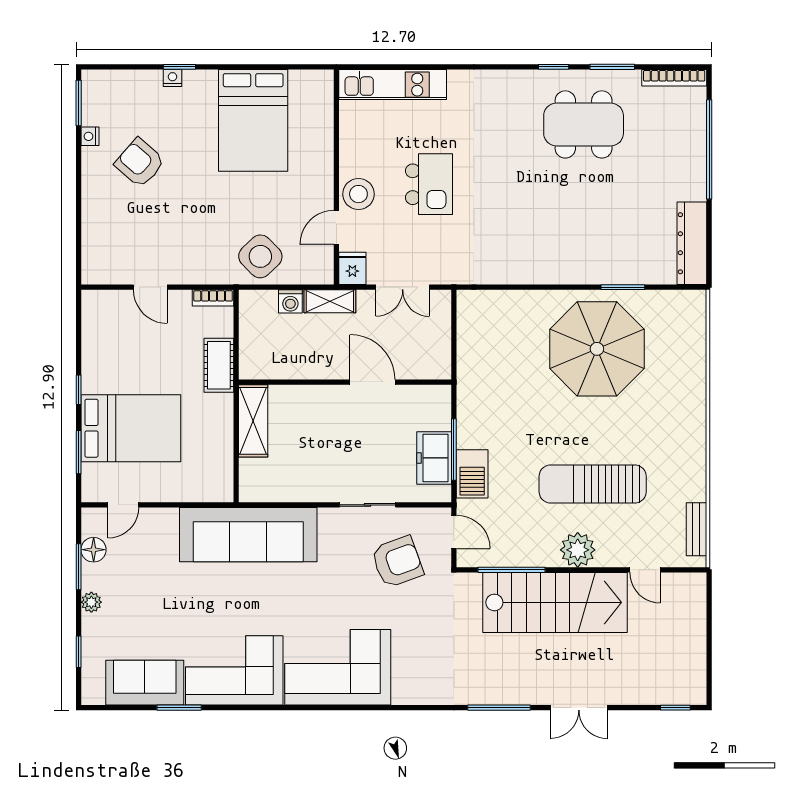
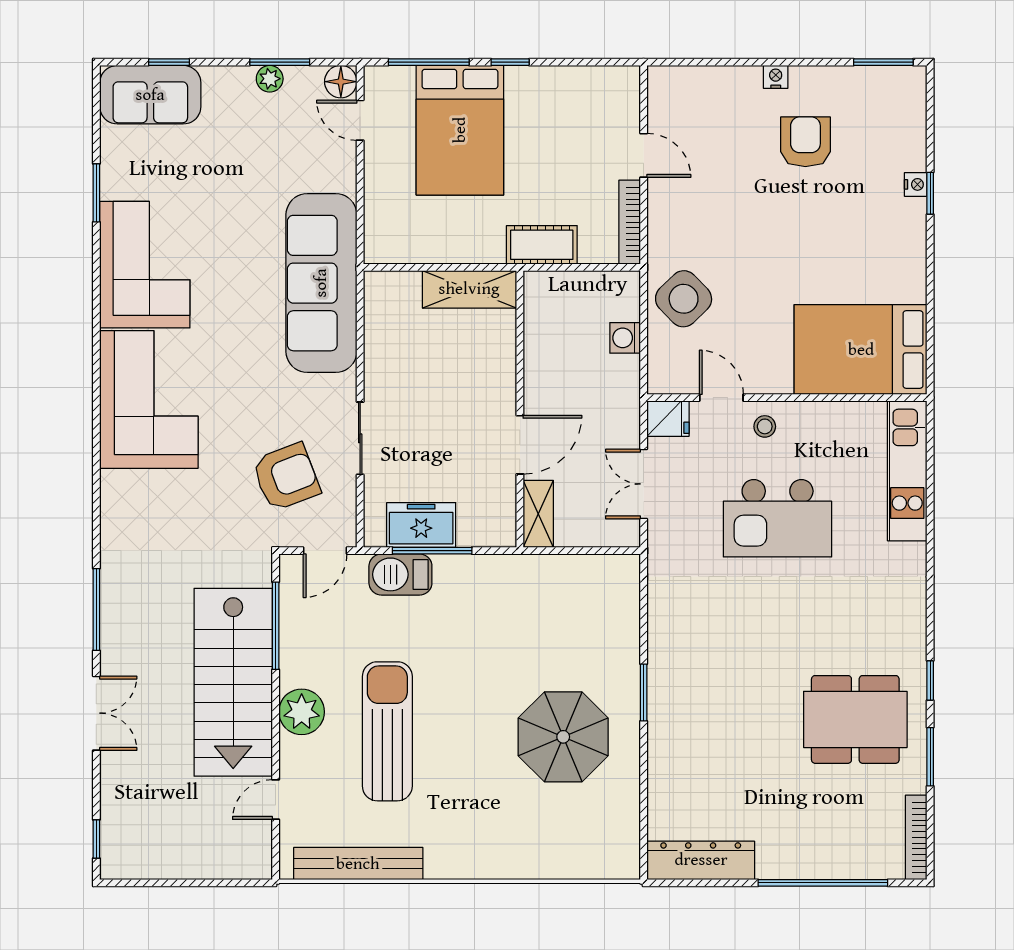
bed: (253, 120) -> (861, 350), moved
dining table: (584, 124) -> (855, 719), turned 90
nightstand: (90, 136) -> (776, 77), moved
armchair: (140, 163) -> (805, 142), turned -41
kitchen island: (429, 184) -> (778, 518), width x1.37, depth x1.28
stool: (358, 194) -> (765, 426), width x0.53, depth x0.53
door: (150, 287) -> (644, 155), swing flipped
window: (623, 287) -> (644, 692), moved
bookcase: (213, 298) -> (630, 222), width x1.56
shelving: (330, 301) -> (538, 514), moved
parasol: (597, 349) -> (563, 737), width x0.73, depth x0.73
window: (79, 452) -> (429, 62), width x1.44
bench: (696, 529) -> (358, 864), width x1.86, depth x1.21
floor lamp: (94, 550) -> (341, 82), moved
armchair: (397, 562) -> (286, 477), turned -91
plant: (91, 602) -> (270, 79), moved
sofa: (145, 683) -> (150, 95), moved, turned 90
double door: (579, 708) -> (96, 713), swing flipped

